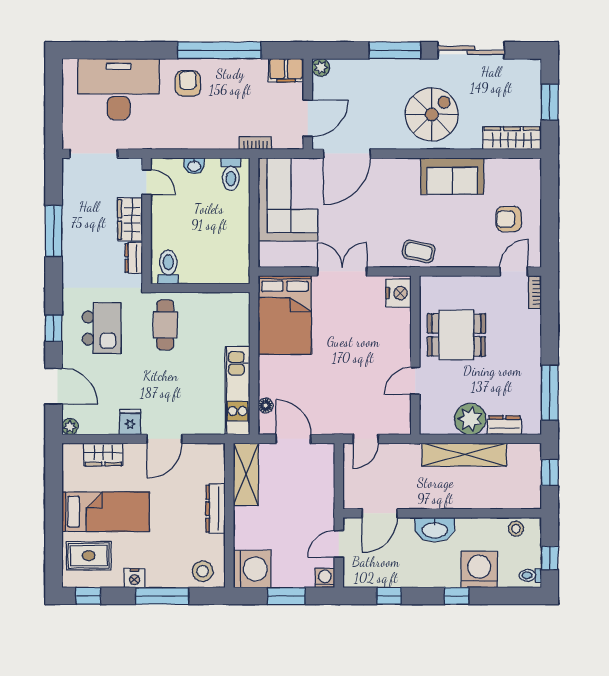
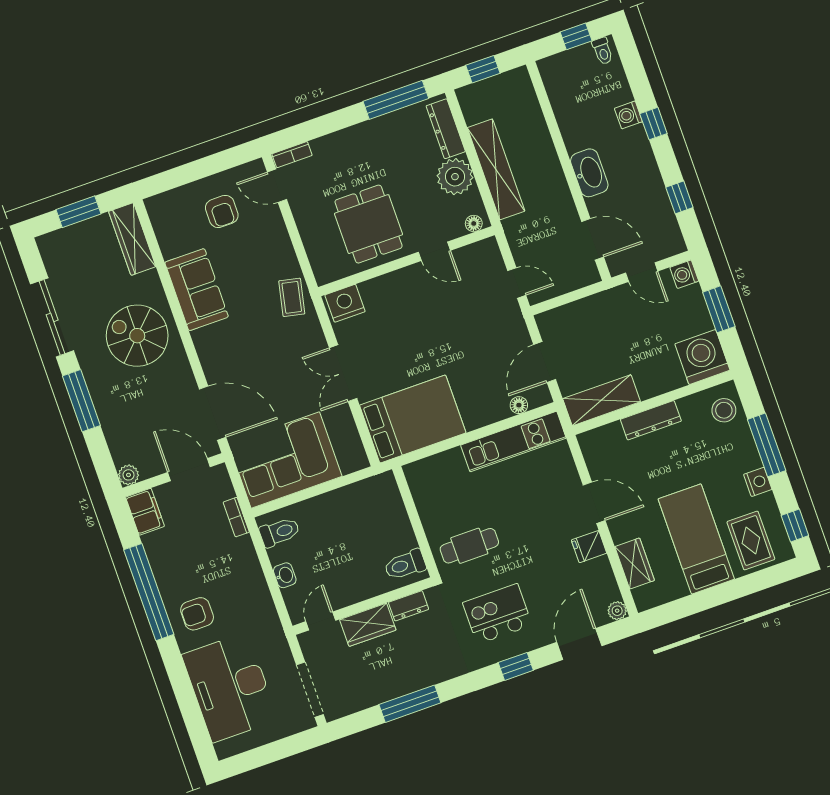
floor lamp: (427, 421) -> (474, 223), added
dresser: (504, 425) -> (446, 129), width x1.44
stool: (516, 529) -> (557, 85), removed
washing machine: (479, 570) -> (628, 115), width x0.53, depth x0.53

